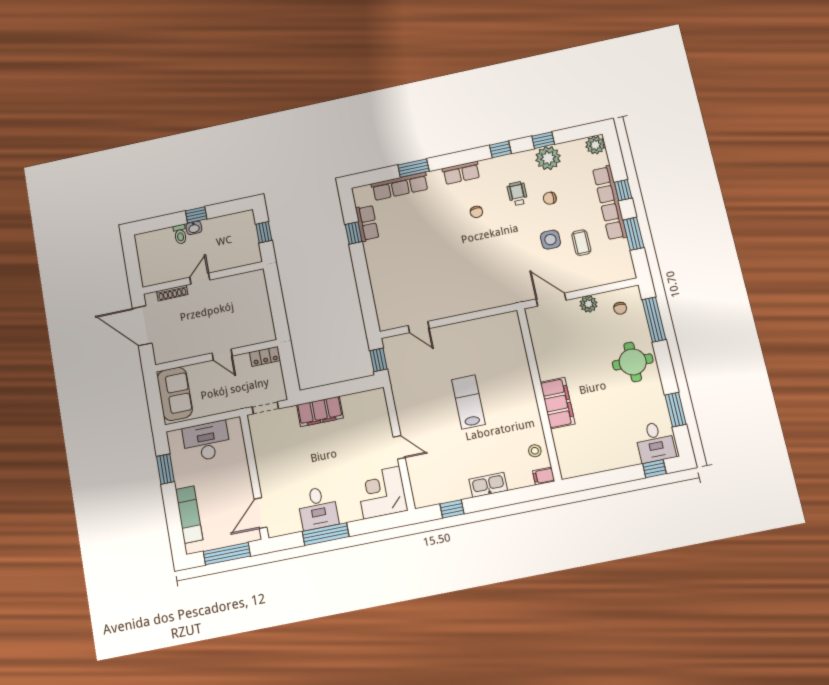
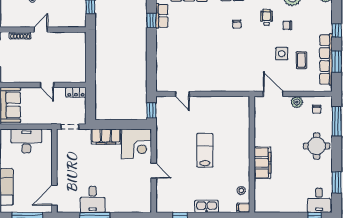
row of seats: (610, 203) -> (326, 59), moved
corner desk: (382, 493) -> (137, 144), moved, turned 180

